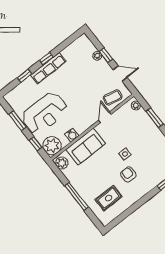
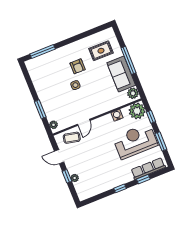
row of seats: (48, 68) -> (148, 169), moved
sofa: (86, 147) -> (121, 74), moved, turned -90

